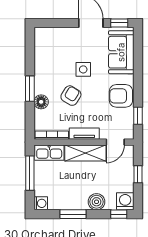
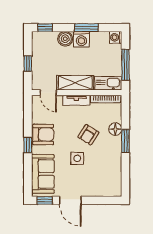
window: (138, 116) -> (28, 145), moved
door: (115, 142) -> (48, 93), swing flipped
washing machine: (125, 201) -> (81, 39), moved

